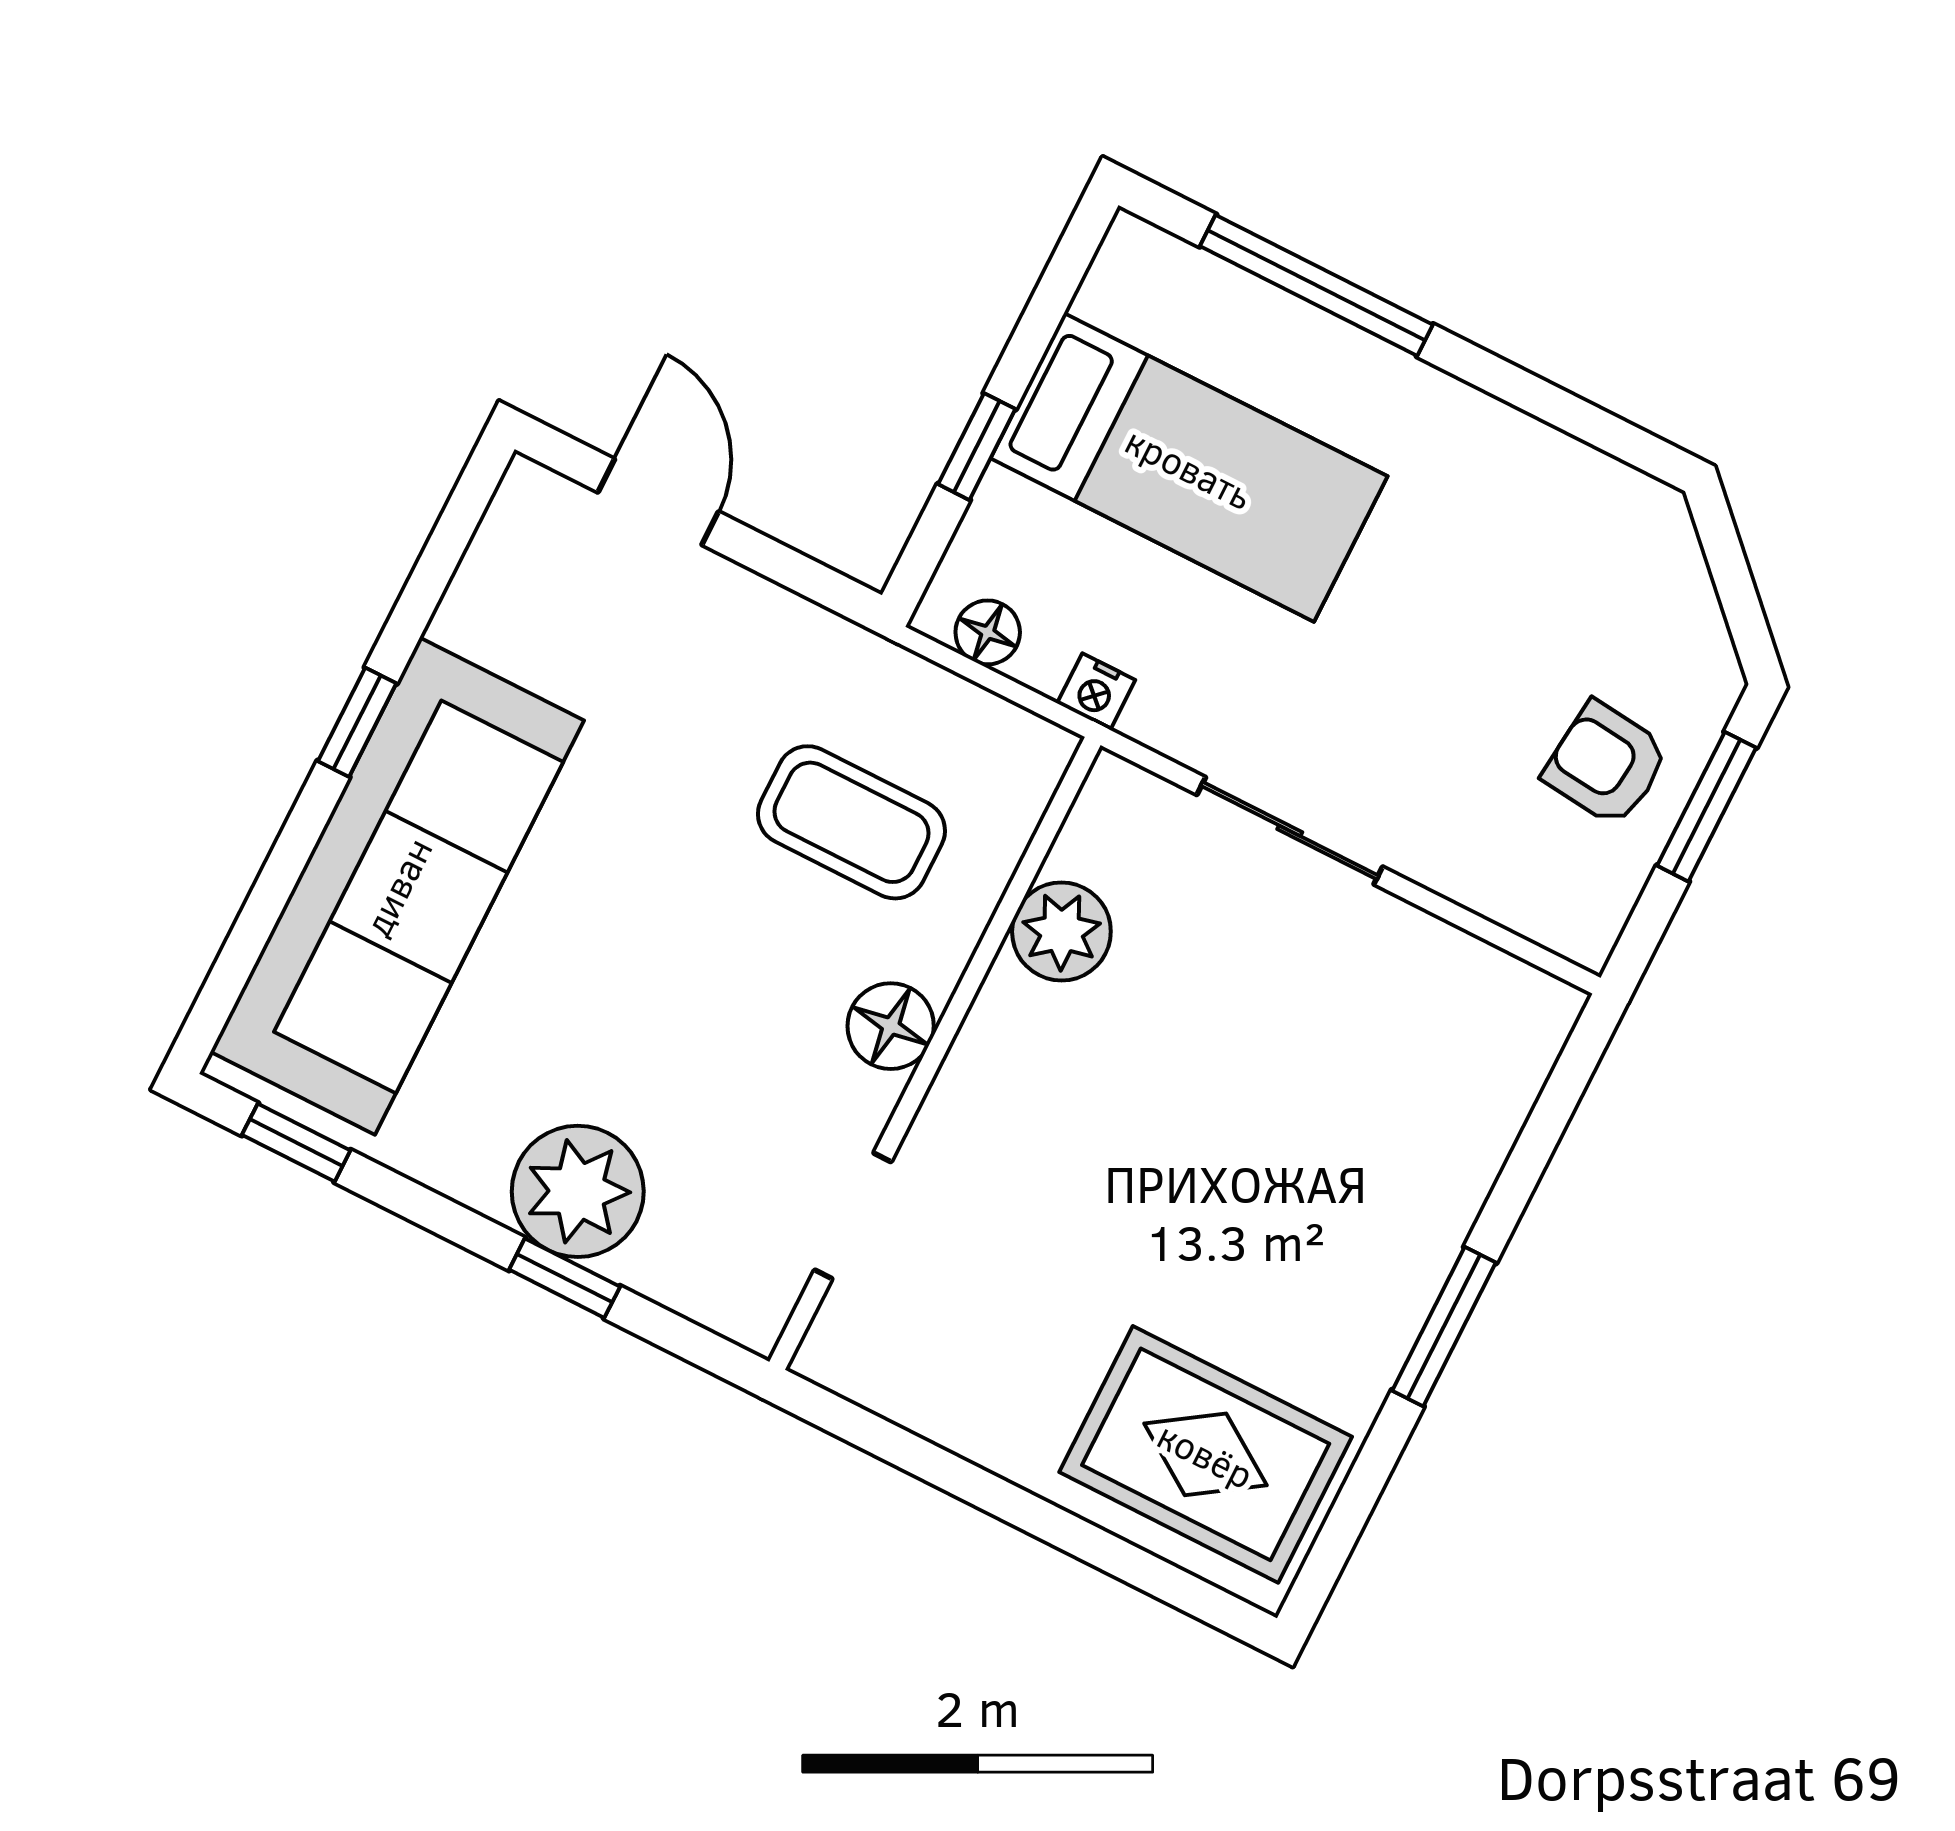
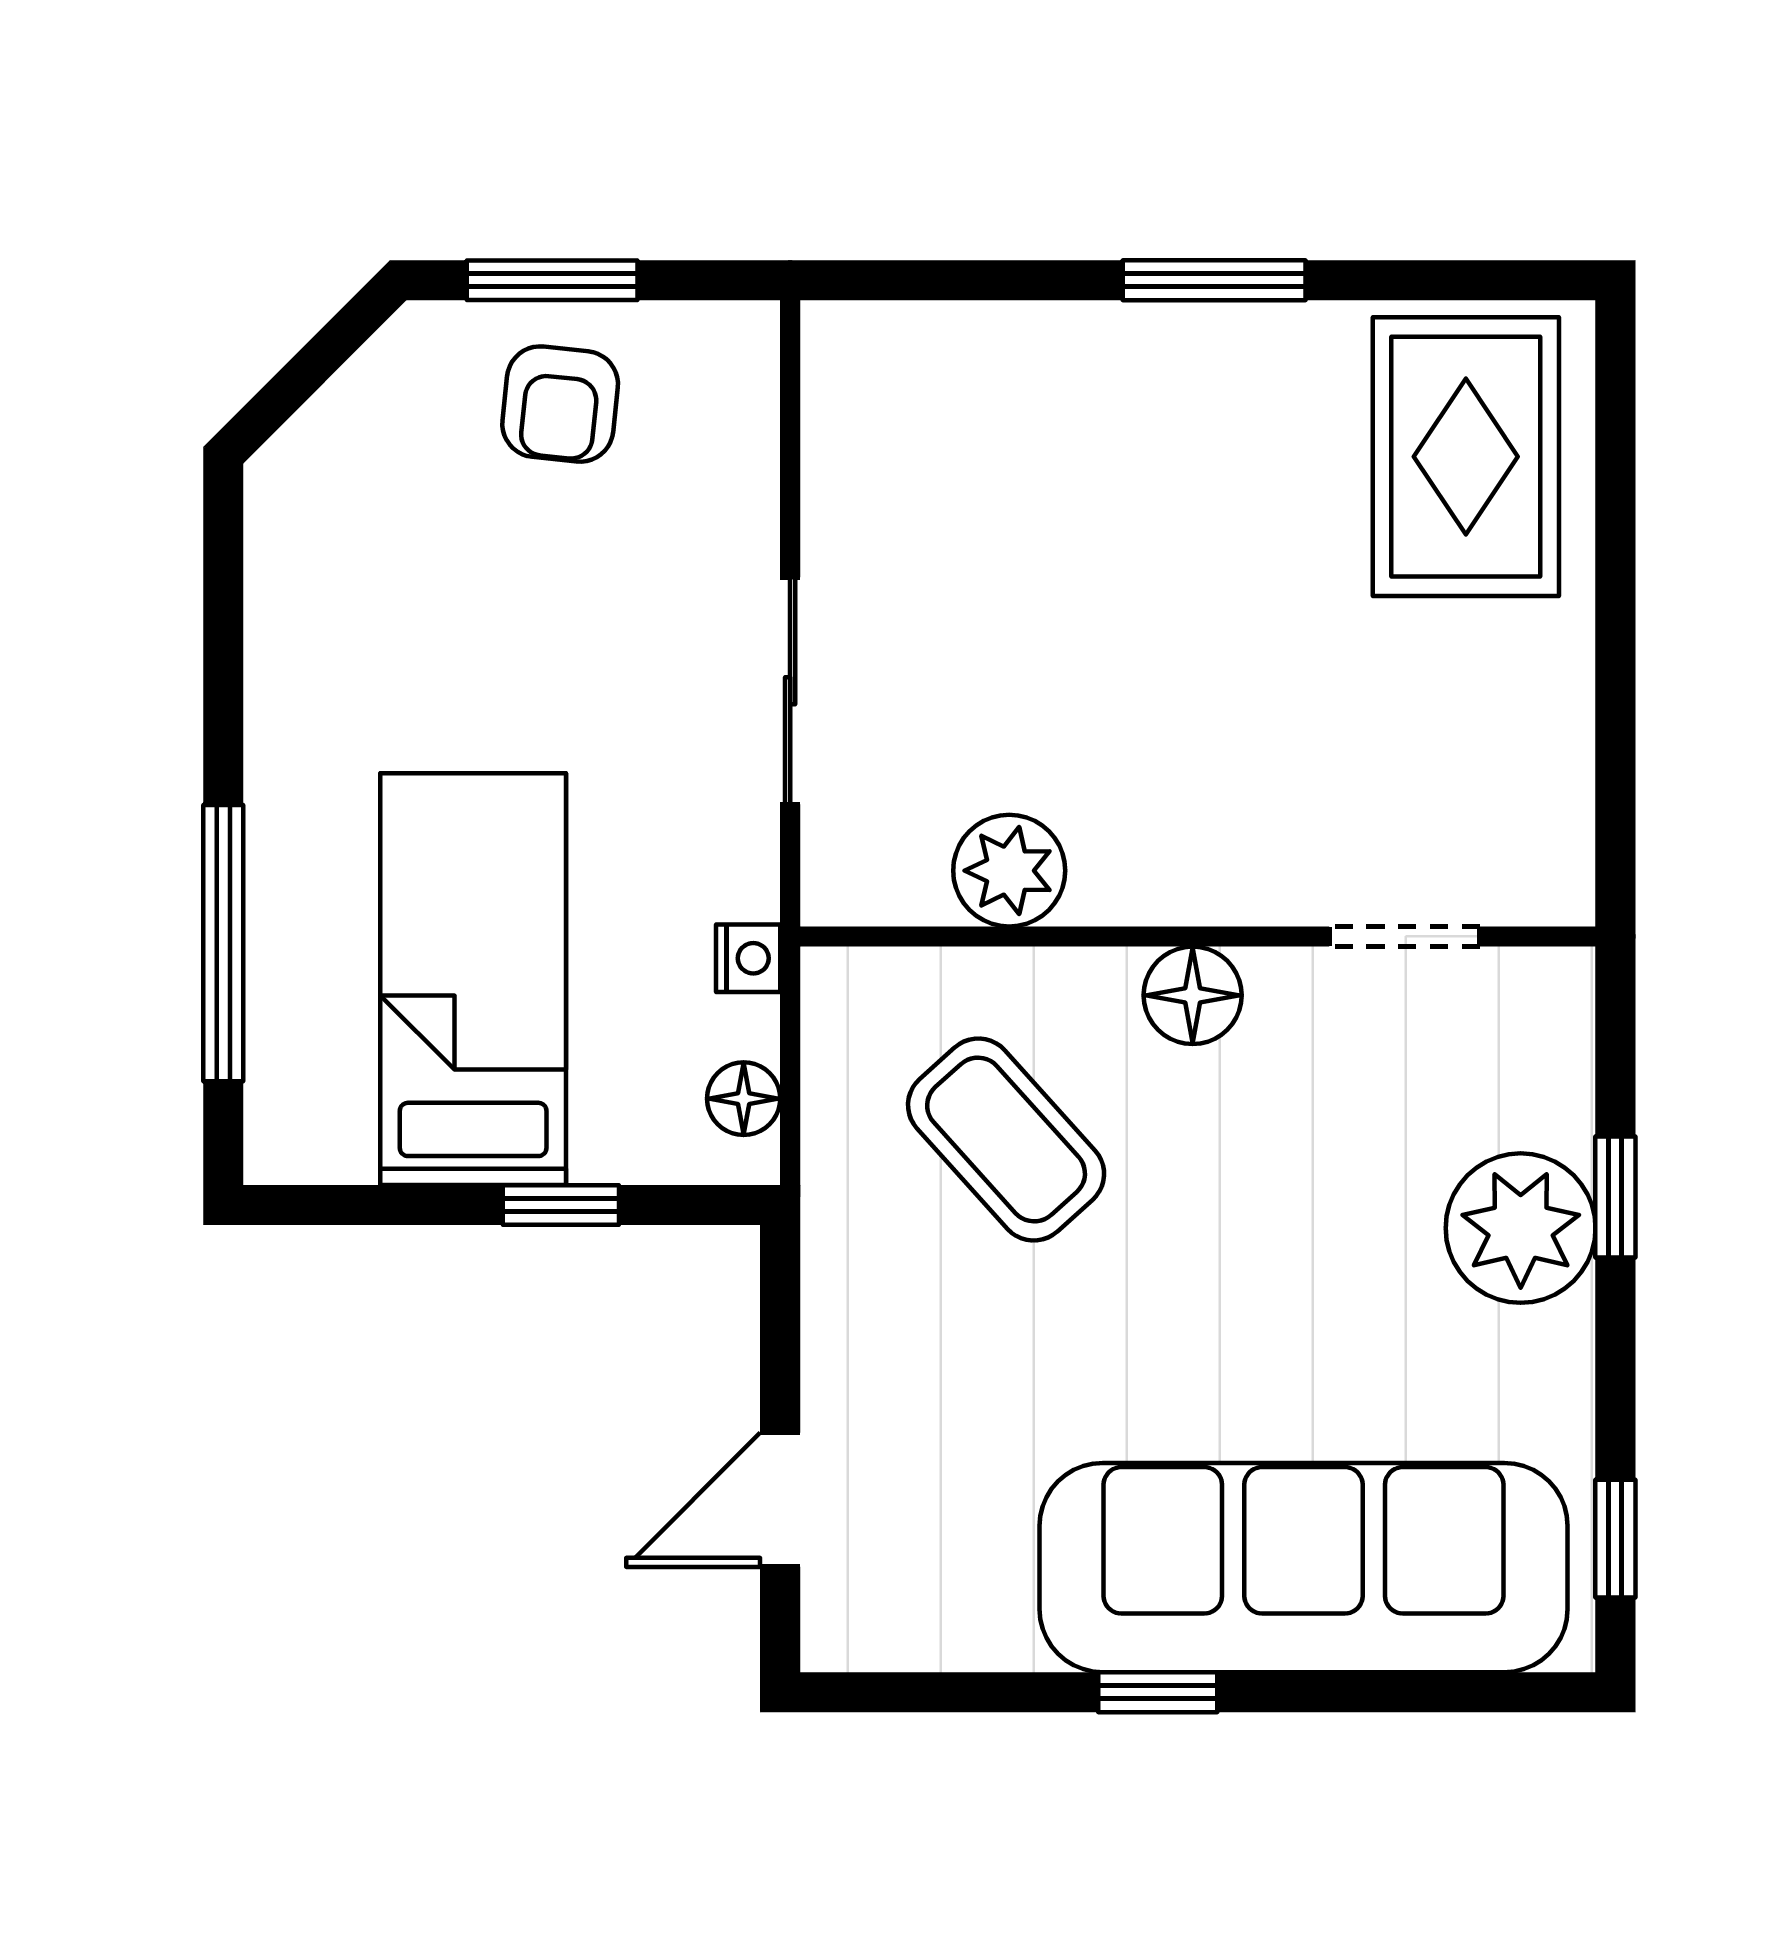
coffee table: (851, 822) -> (1006, 1140), turned -42

